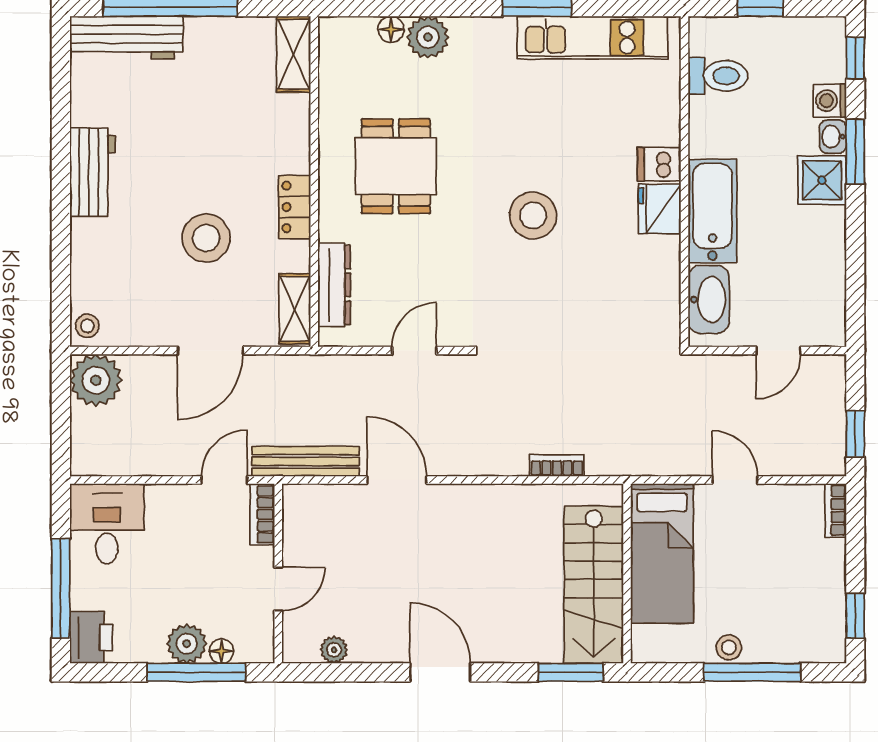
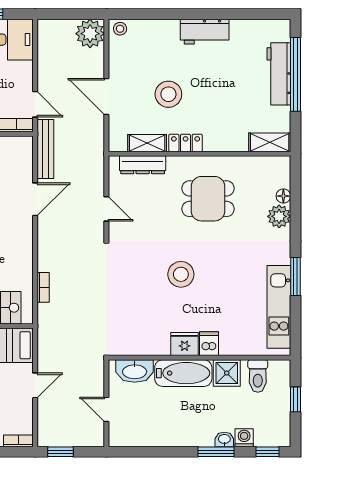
workbench: (126, 38) -> (279, 74), moved
shower: (822, 180) -> (227, 373), moved
shelving: (295, 309) -> (147, 143), moved

